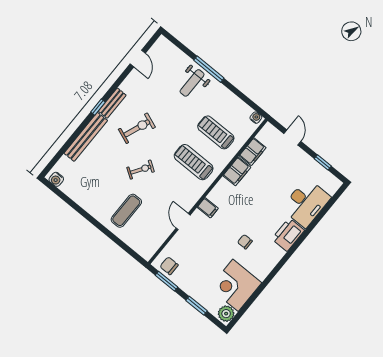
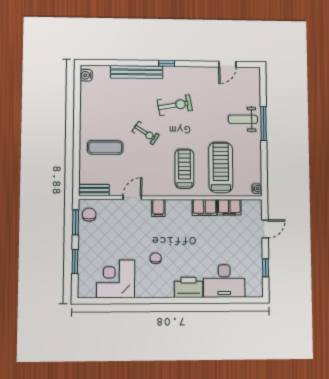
bench: (112, 103) -> (94, 190), moved
exercise bike: (137, 128) -> (175, 105), turned -31
treadmill: (216, 132) -> (221, 167), width x1.37, depth x1.38
plant: (226, 314) -> (87, 290), removed

